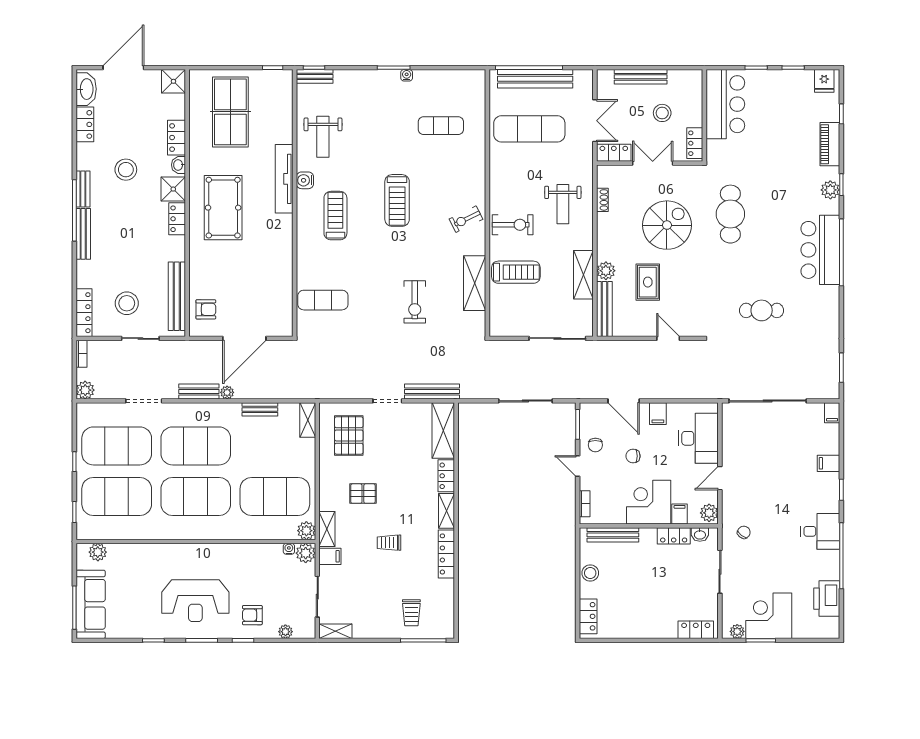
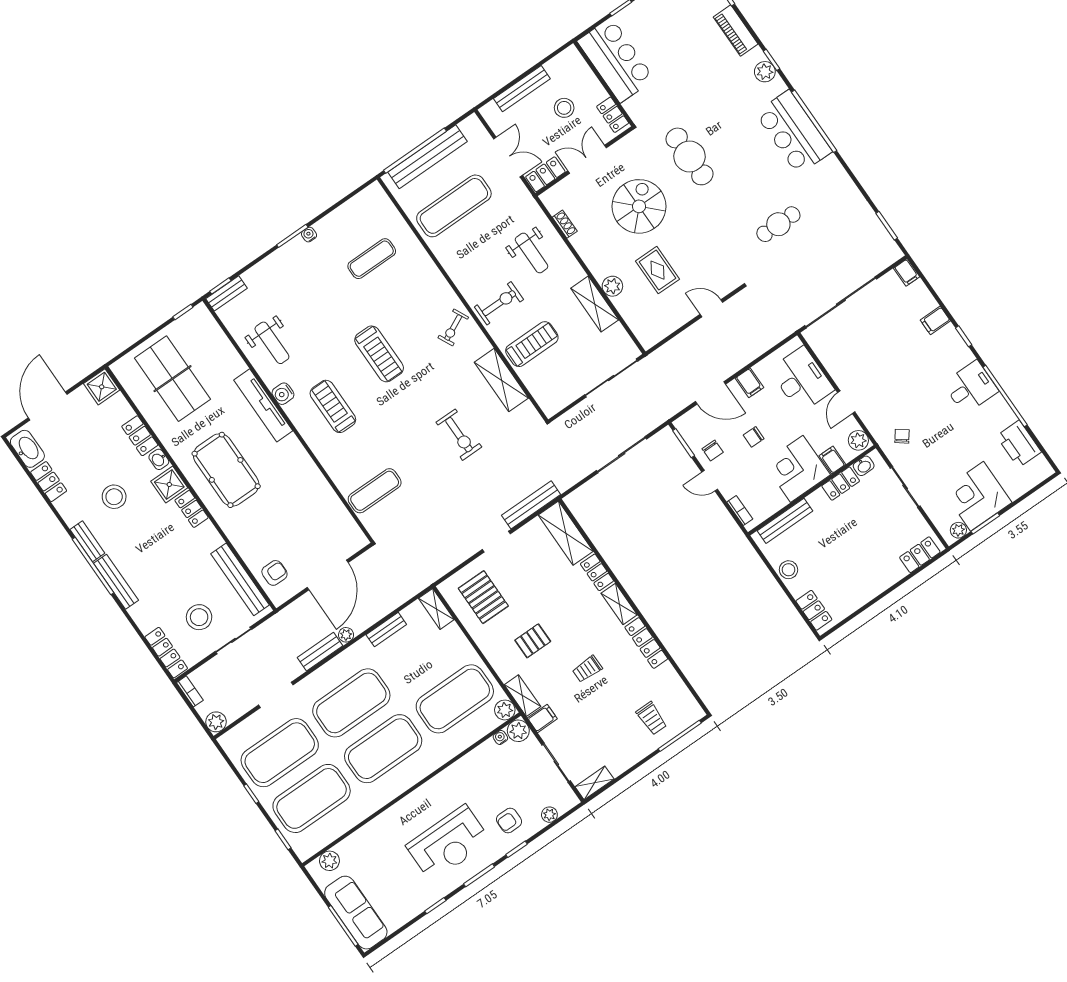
bench: (604, 309) -> (635, 322), removed

